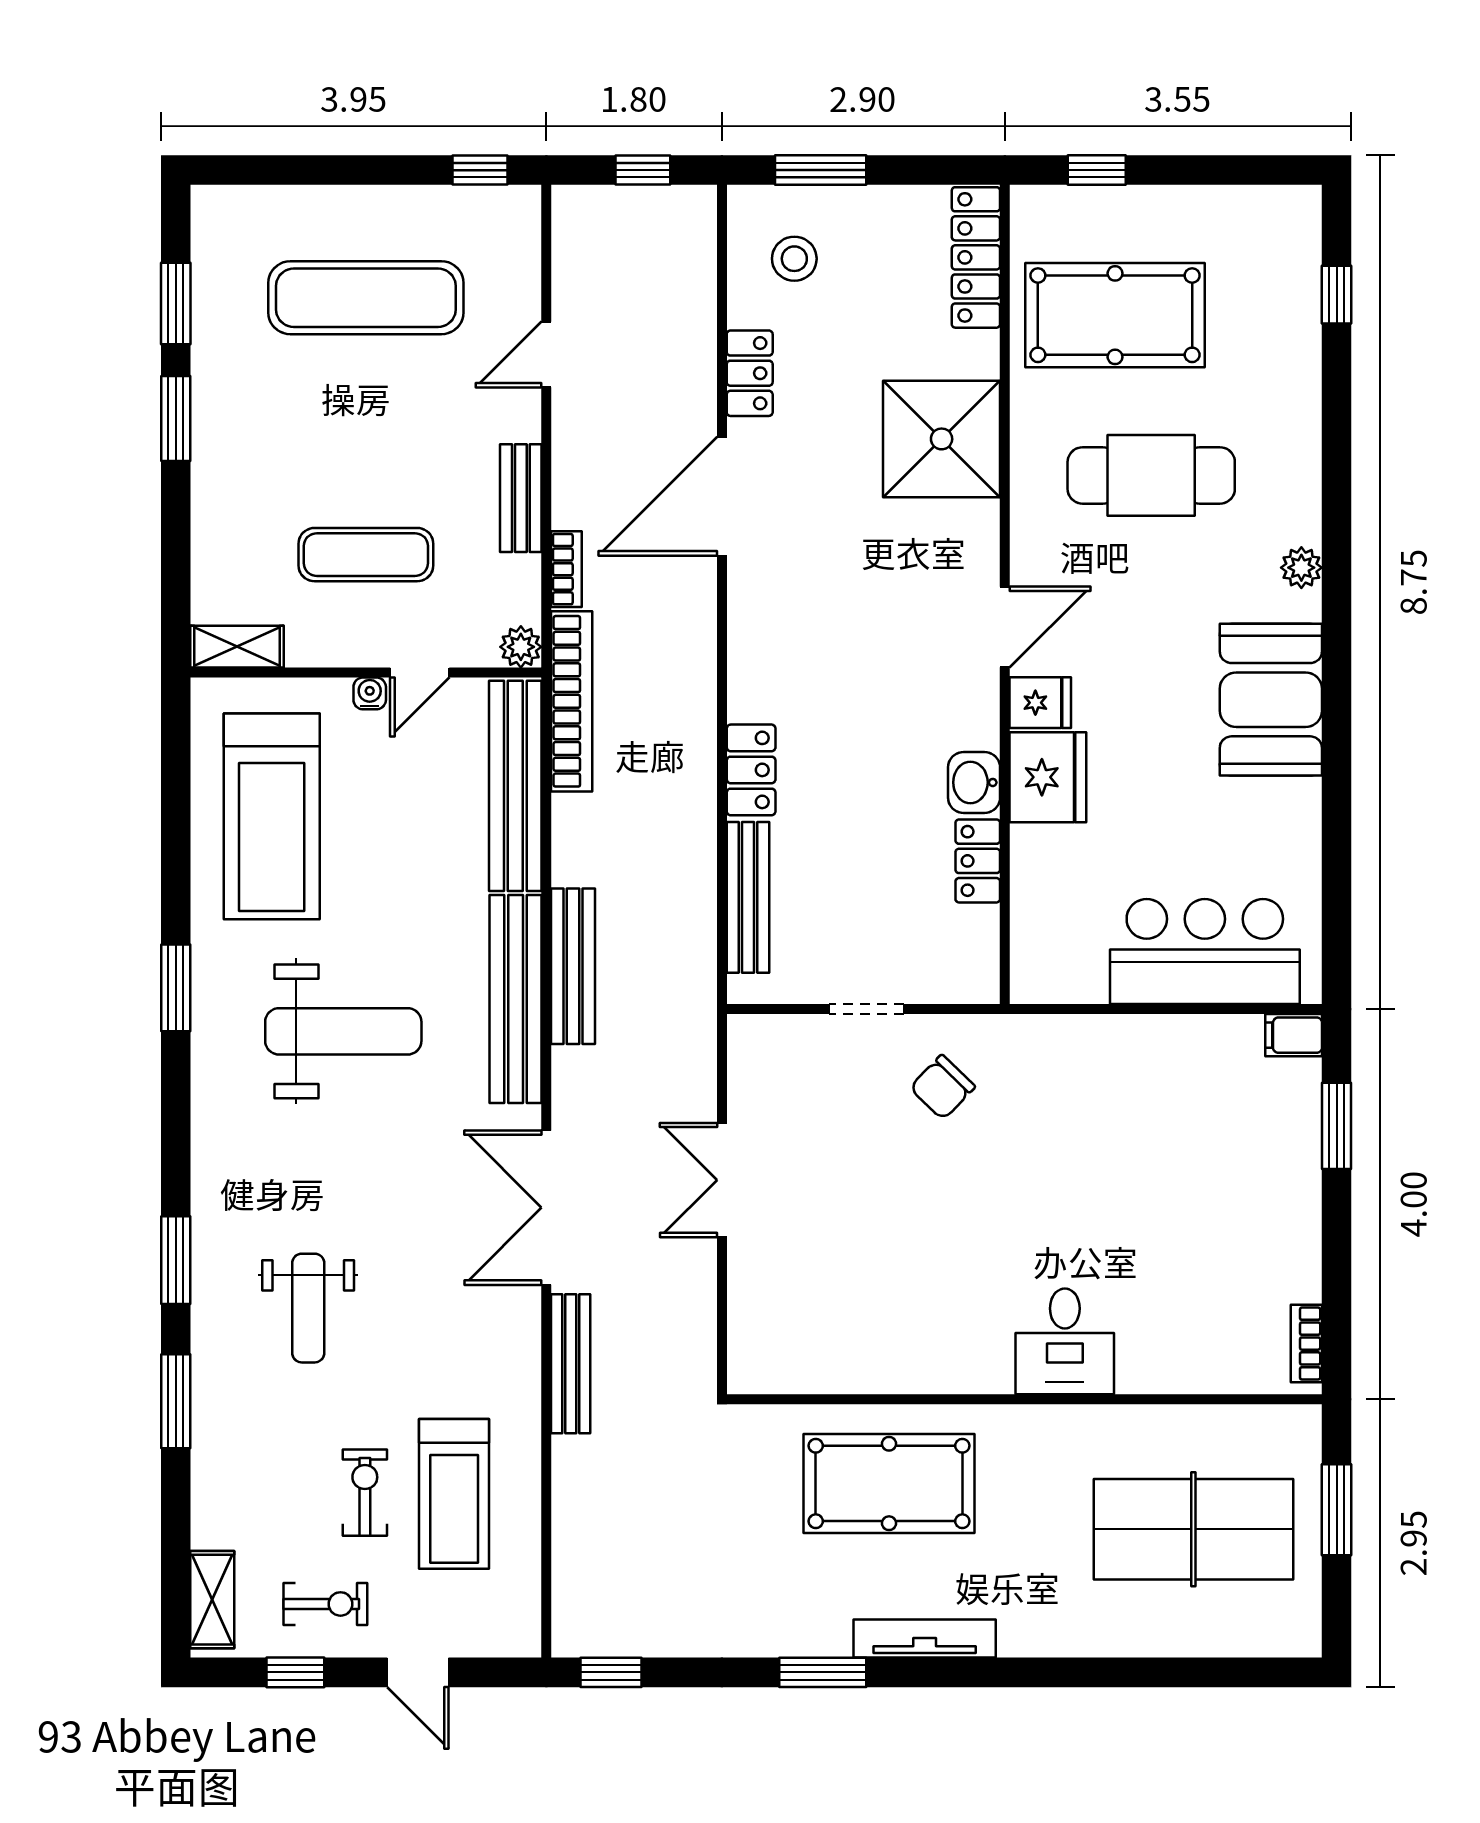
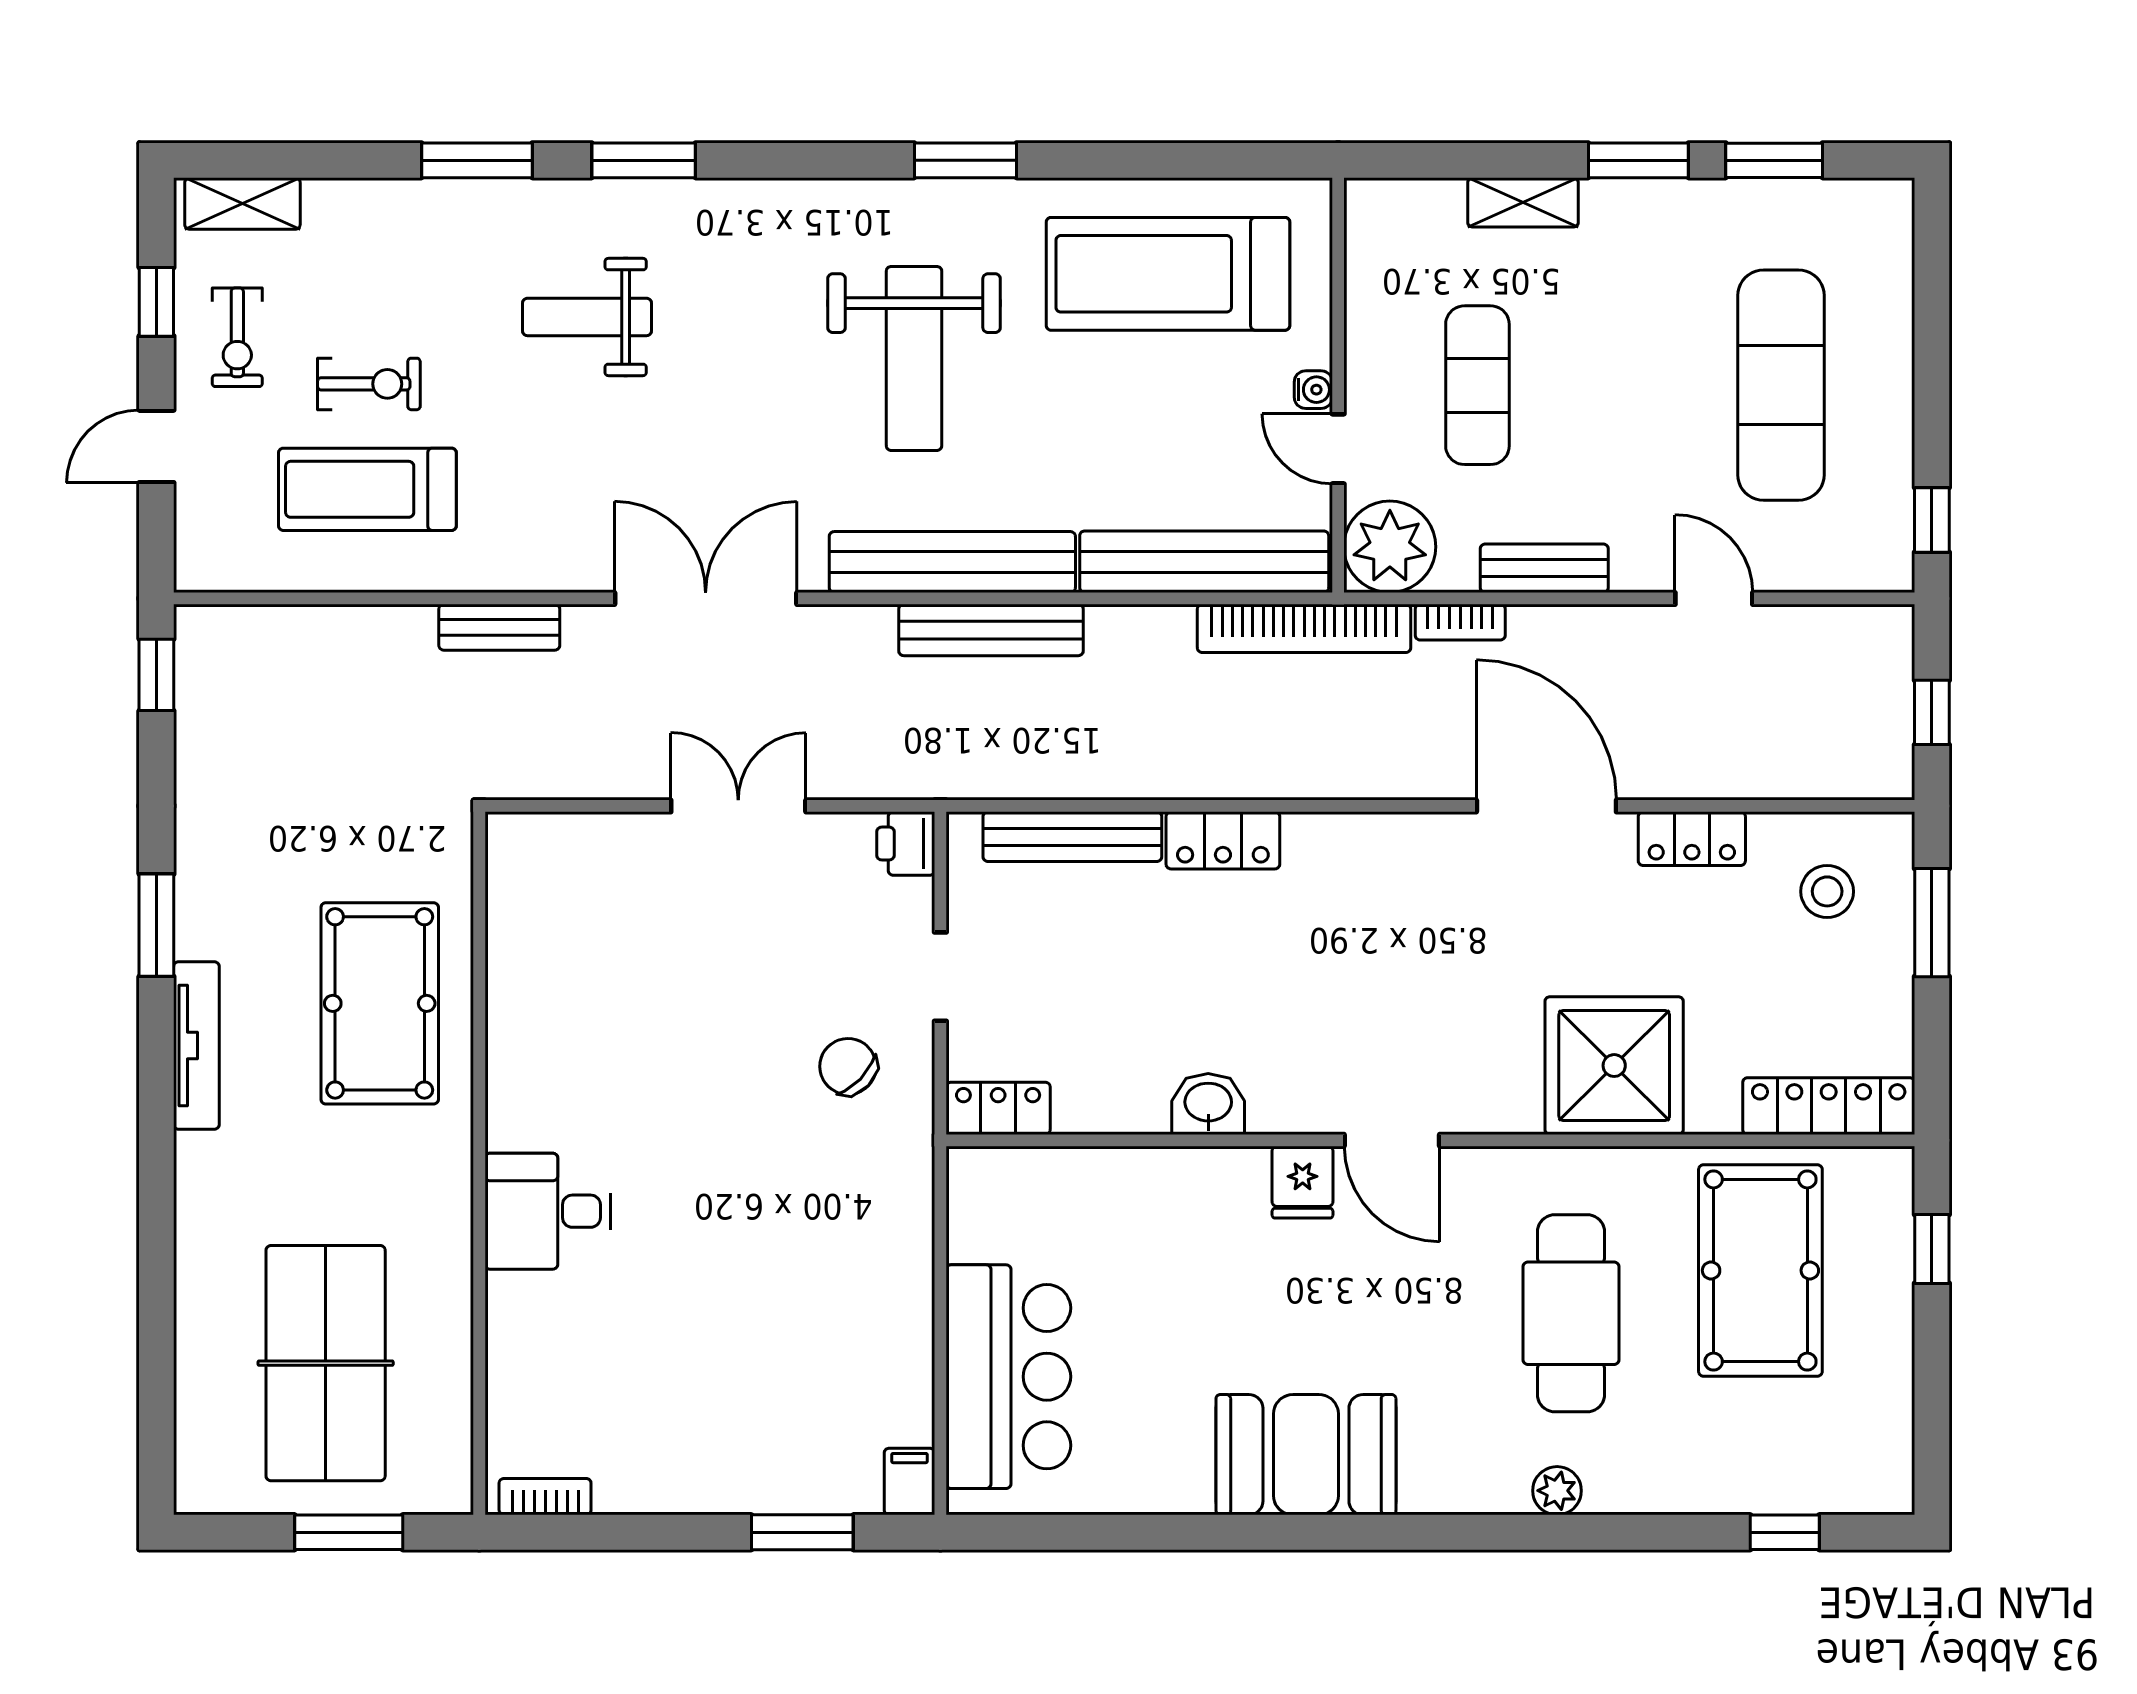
plant: (1301, 568) -> (1557, 1491), moved
shelving: (237, 647) -> (1523, 202), moved, turned 90
plant: (521, 647) -> (1390, 547), width x1.87, depth x1.87
fridge: (1048, 777) -> (1214, 1191), removed
locker: (978, 861) -> (998, 1108), moved
printer: (754, 1038) -> (906, 844), added
bench: (571, 1364) -> (499, 627), width x0.73

